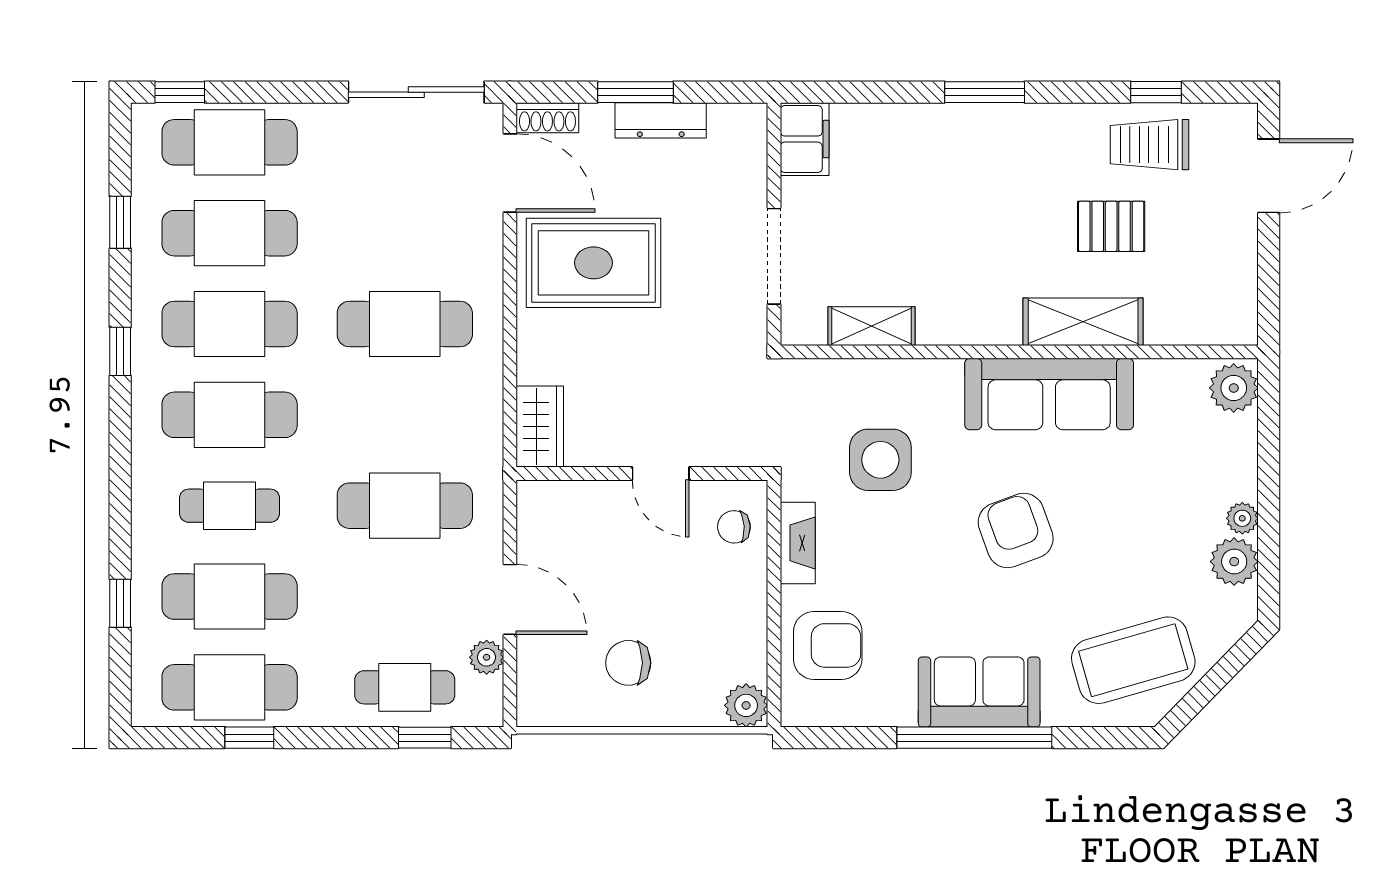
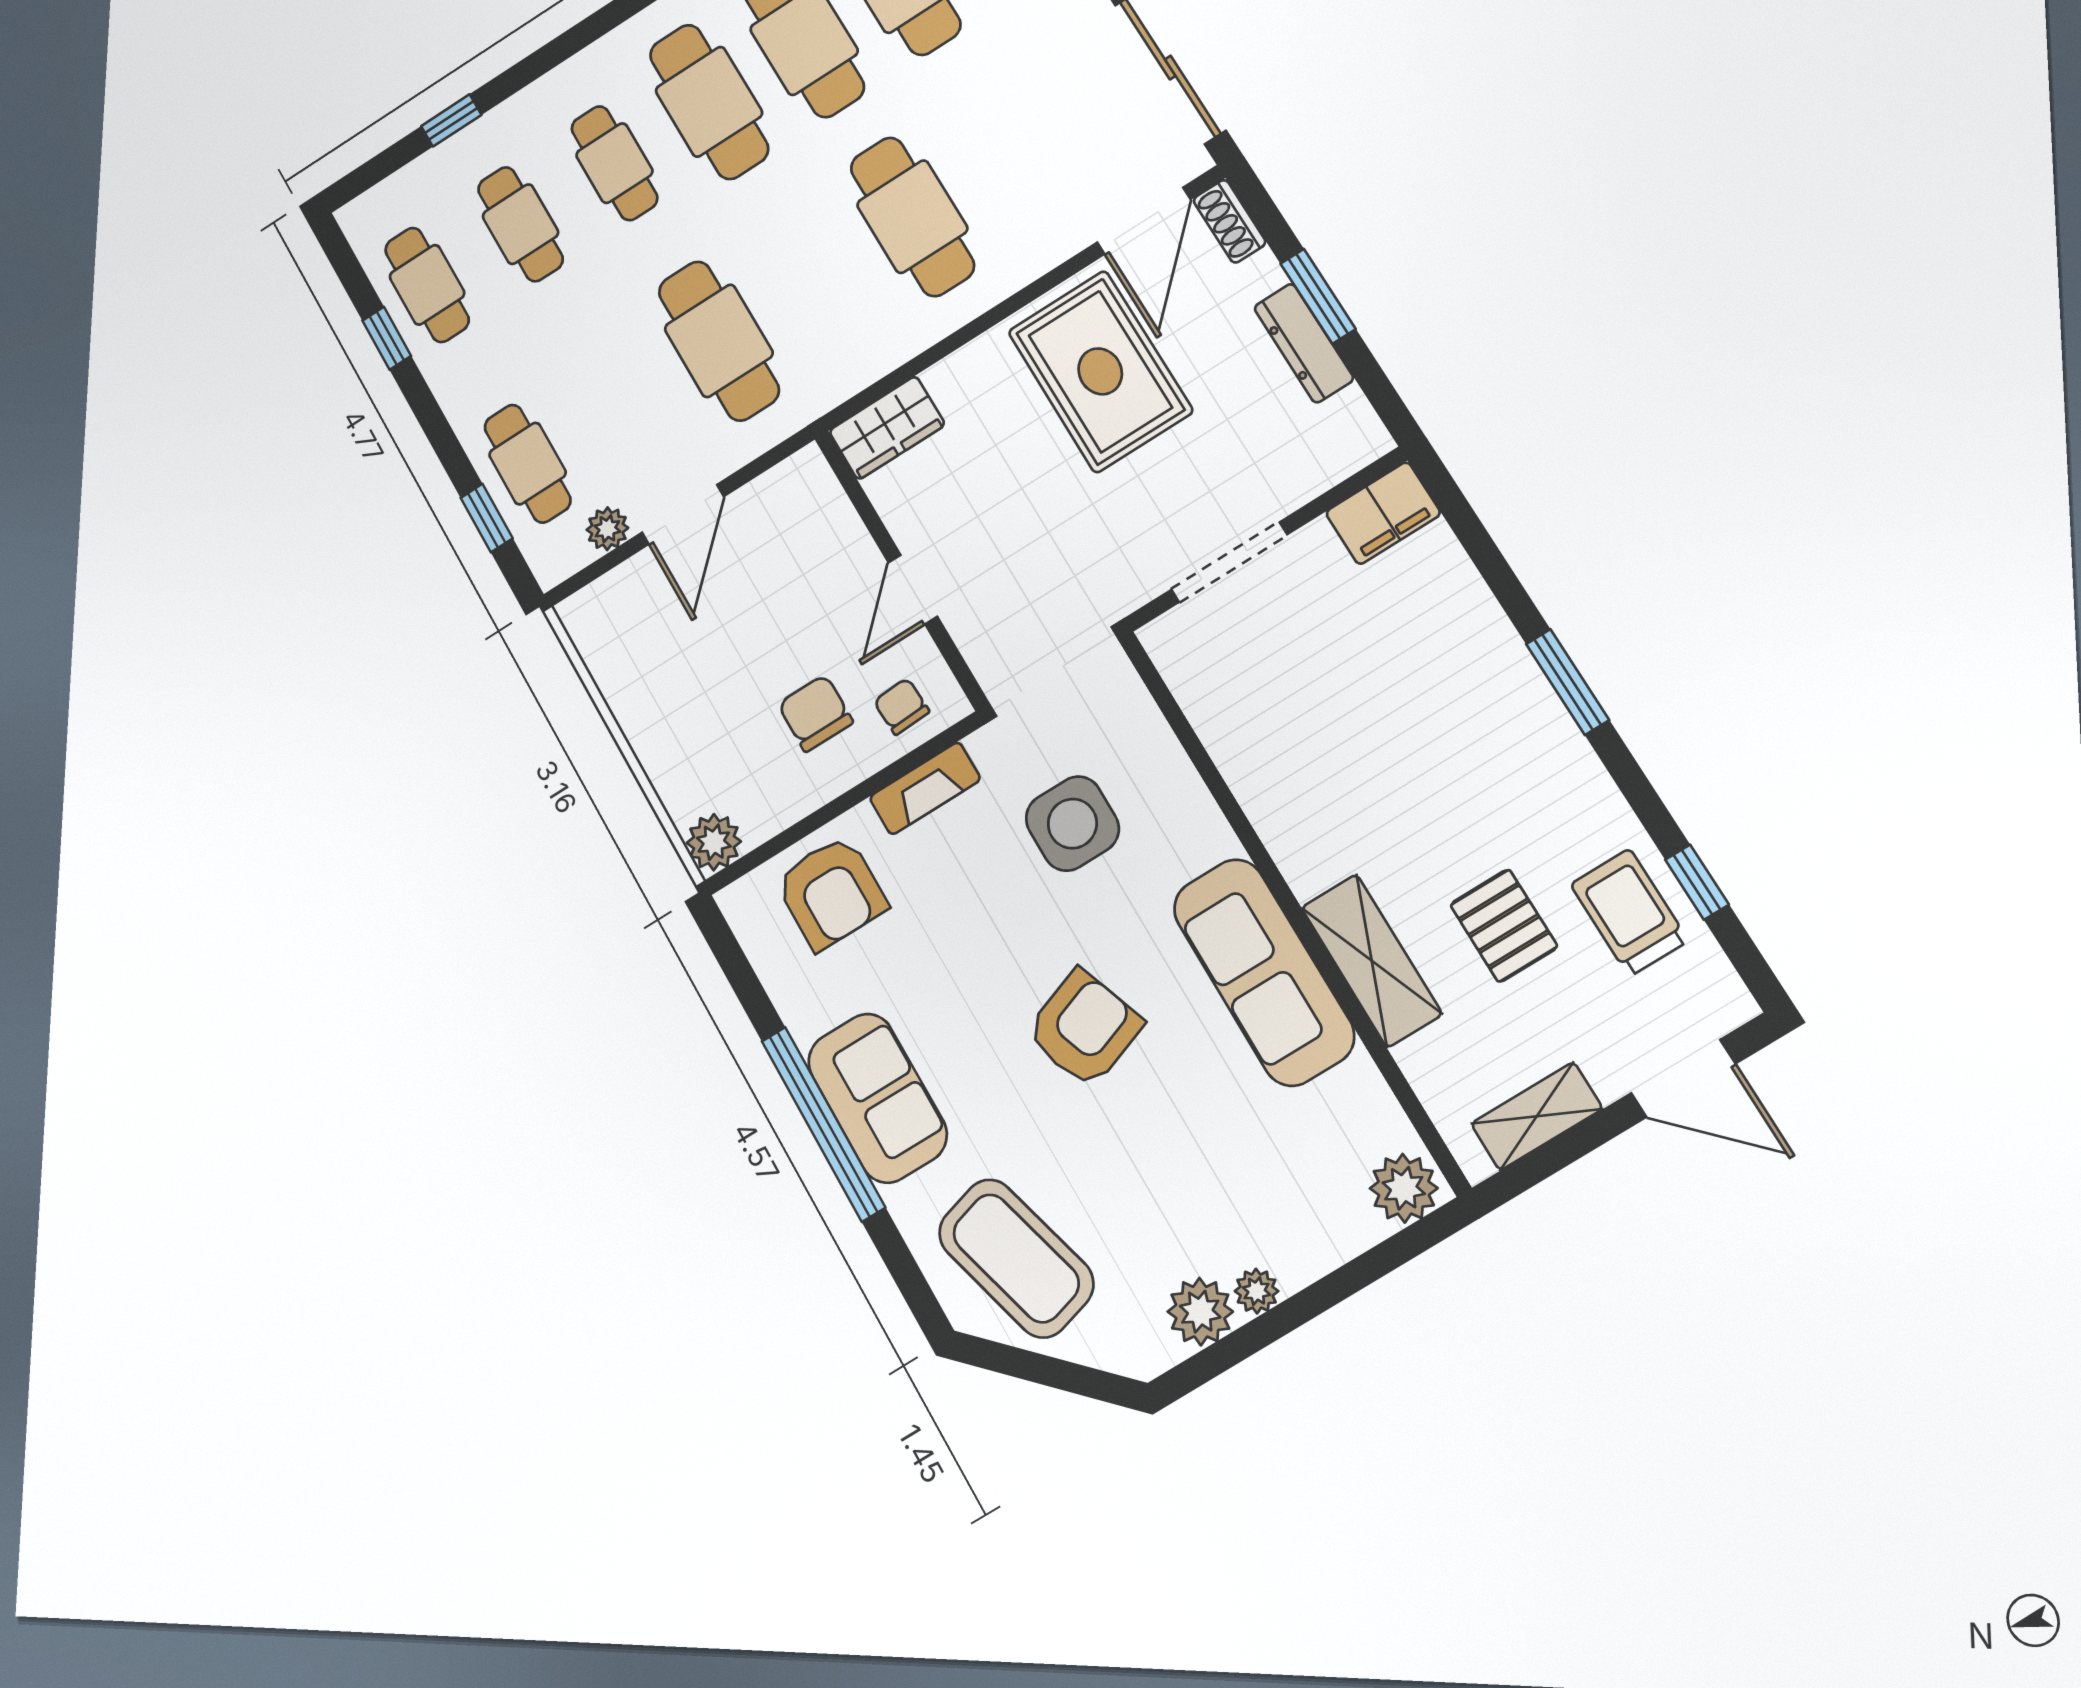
shelving: (872, 326) -> (1537, 1116), moved, turned 90
cafe table: (230, 597) -> (520, 224), width x0.73, depth x0.74
chair: (628, 663) -> (815, 713), moved
cafe table: (230, 687) -> (427, 285), width x0.73, depth x0.74

